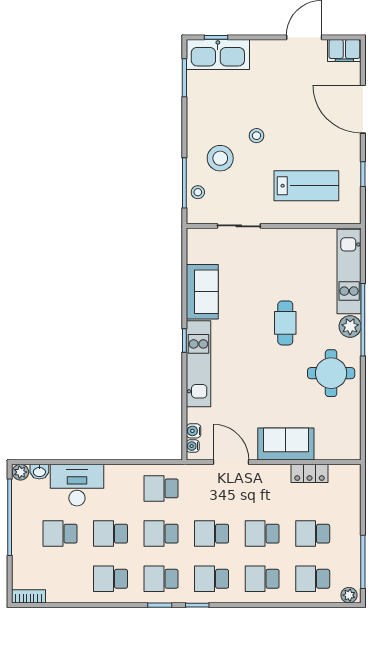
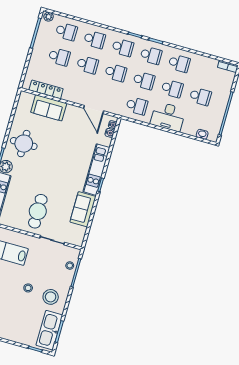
kitchen sink: (218, 55) -> (49, 330), moved, turned -90
stool: (220, 158) -> (51, 297), moved
cafe table: (285, 323) -> (38, 211), moved, width x1.37, depth x1.35
sofa: (286, 444) -> (49, 108), moved
plant: (20, 472) -> (213, 137), removed
locker: (310, 473) -> (46, 89), width x1.53
desk: (77, 485) -> (168, 117), moved

